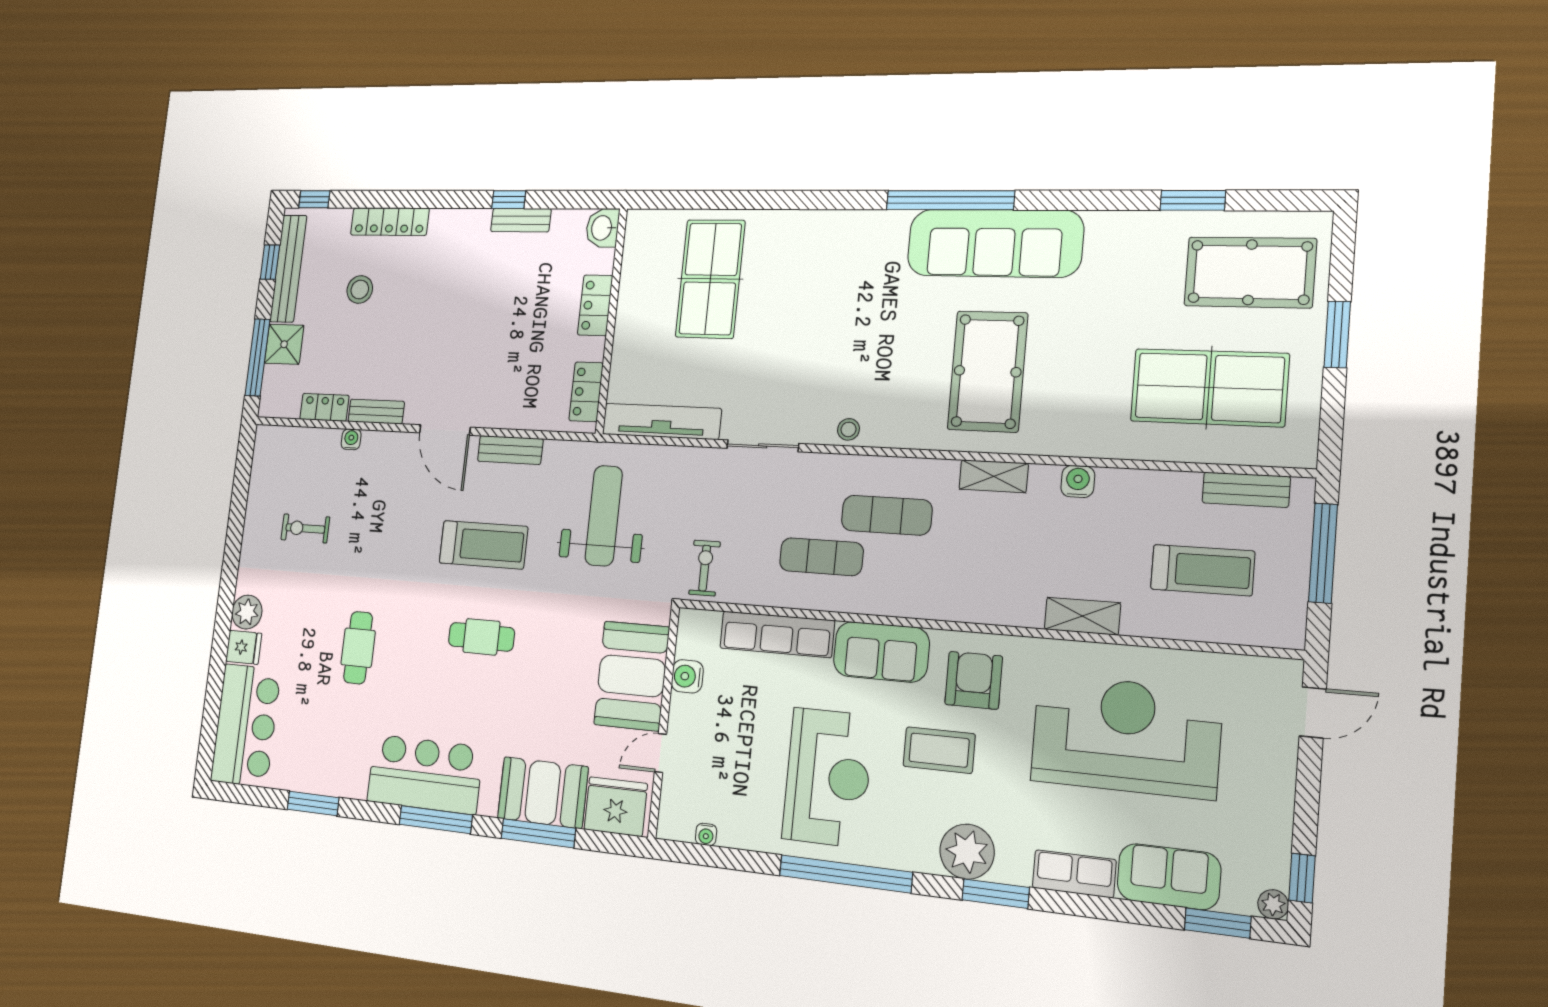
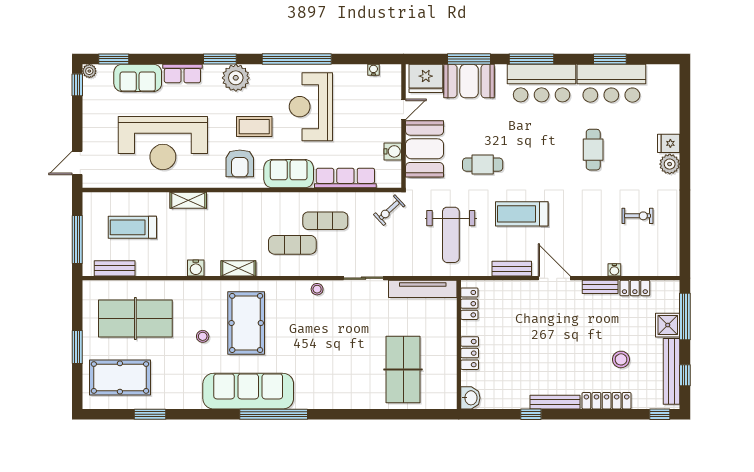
bench: (521, 220) -> (555, 402), moved, width x1.36
stool: (1075, 348) -> (203, 336), added
exercise bike: (705, 568) -> (389, 210), turned 47
cafe table: (481, 637) -> (483, 165), moved
bar counter: (246, 725) -> (611, 83), moved, turned -90

